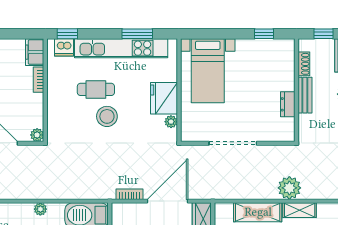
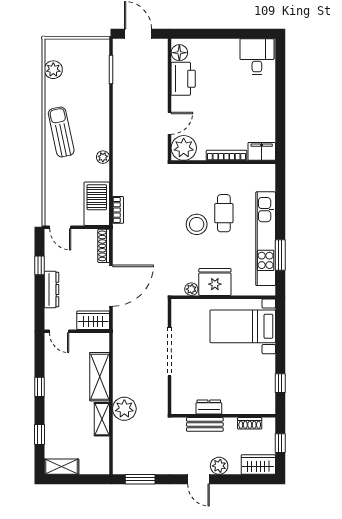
window: (67, 34) -> (280, 184), removed
dishwasher: (64, 47) -> (266, 181), removed
bookcase: (39, 80) -> (227, 155), width x1.56
bench: (305, 95) -> (205, 424), moved
plant: (37, 135) -> (184, 148), width x1.88, depth x1.88
bookcase: (130, 194) -> (118, 210), moved
door: (167, 201) -> (111, 286), hinge flipped
shoe rack: (128, 208) -> (104, 246), added

